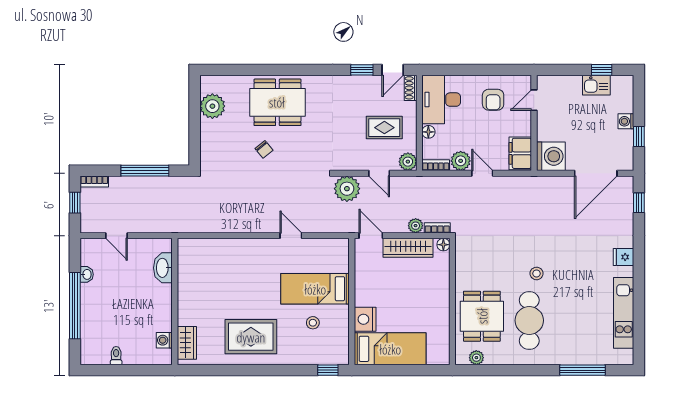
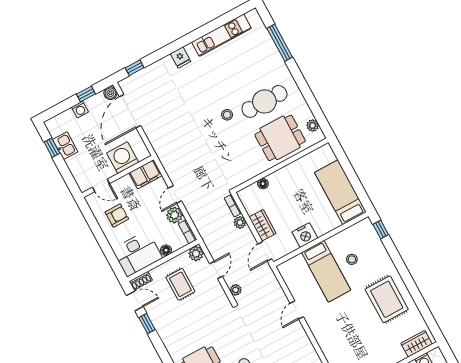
washing machine: (551, 156) -> (123, 158), moved
boiler: (626, 163) -> (110, 93), added
door: (596, 173) -> (130, 111), swing flipped
plant: (347, 189) -> (236, 290), width x0.53, depth x0.53
floor lamp: (443, 245) -> (263, 184), moved
wardrobe: (408, 248) -> (263, 225), width x0.67
nightstand: (365, 319) -> (305, 235), moved

